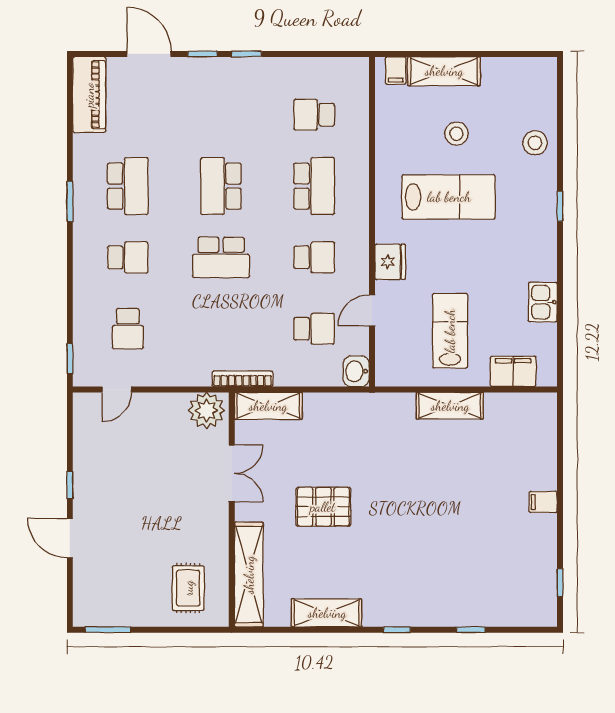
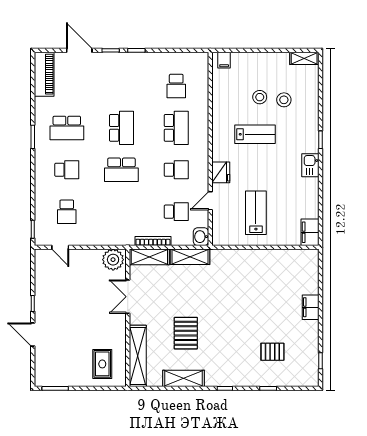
shelving: (444, 71) -> (304, 58), moved, width x0.67, depth x0.75
school desk: (314, 115) -> (176, 86), turned -90
stool: (535, 143) -> (284, 100), moved
school desk: (128, 186) -> (67, 128), turned 90
school desk: (221, 186) -> (121, 128), turned 180
lab bench: (449, 197) -> (255, 134), width x0.73, depth x0.72
kitchen sink: (543, 302) -> (310, 165), moved
filing cabinet: (513, 371) -> (310, 232), moved, turned -90
bookcase: (242, 379) -> (153, 241), moved
door: (117, 389) -> (60, 247), hinge flipped
shelving: (450, 406) -> (190, 257), moved
double door: (232, 473) -> (128, 297), swing flipped
filing cabinet: (543, 502) -> (311, 307), width x2.00
pallet: (323, 507) -> (186, 333), moved, turned 90
pallet: (478, 567) -> (272, 352), added

